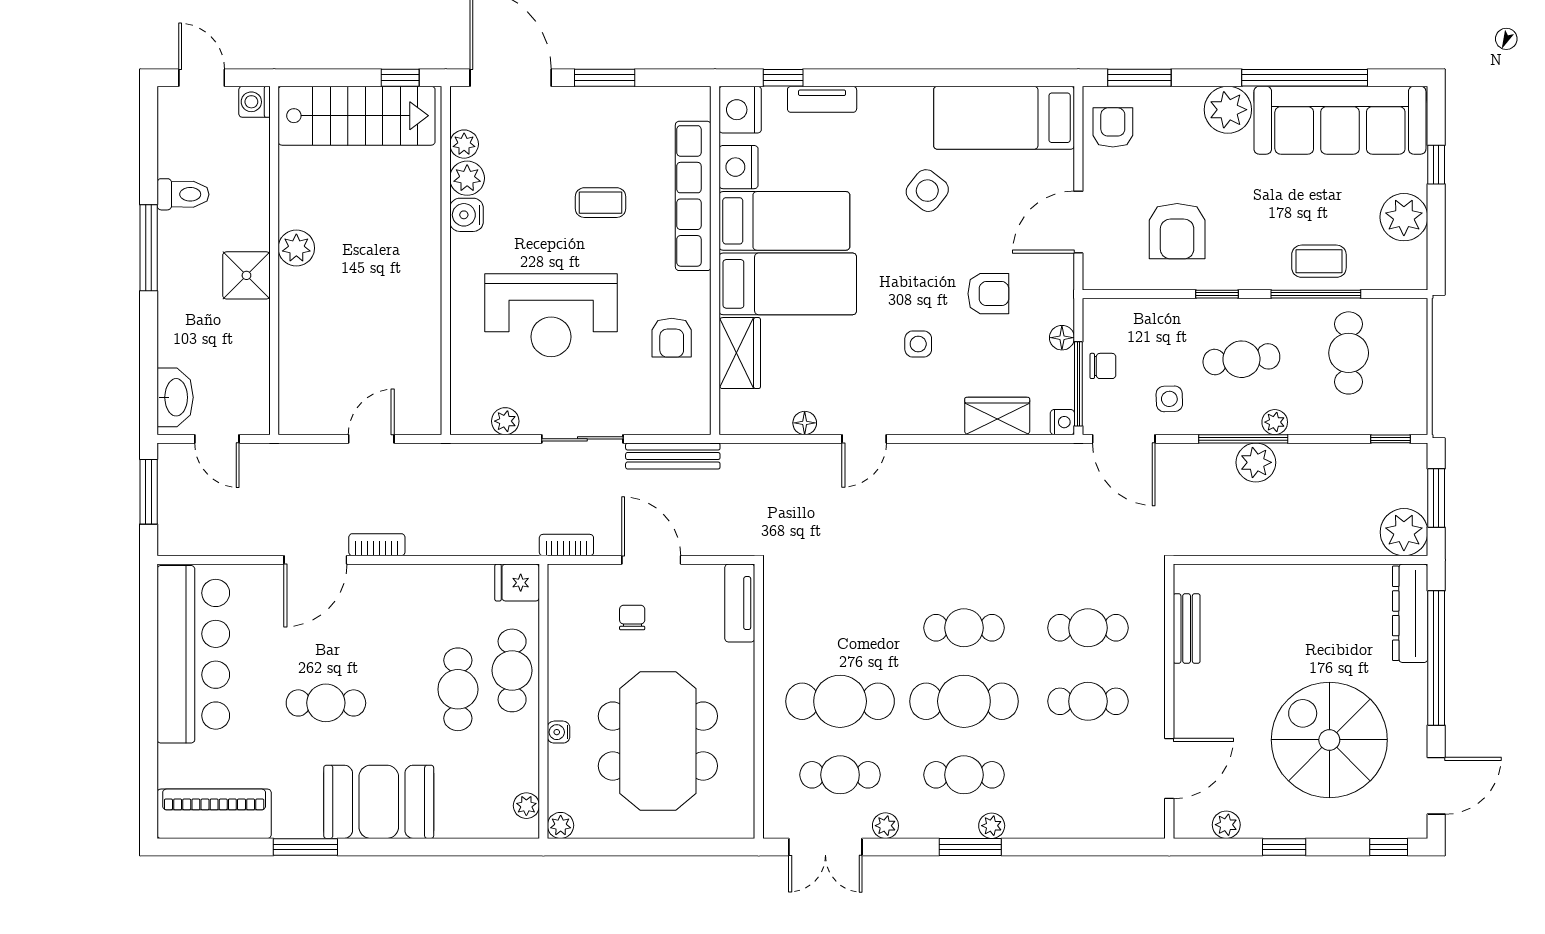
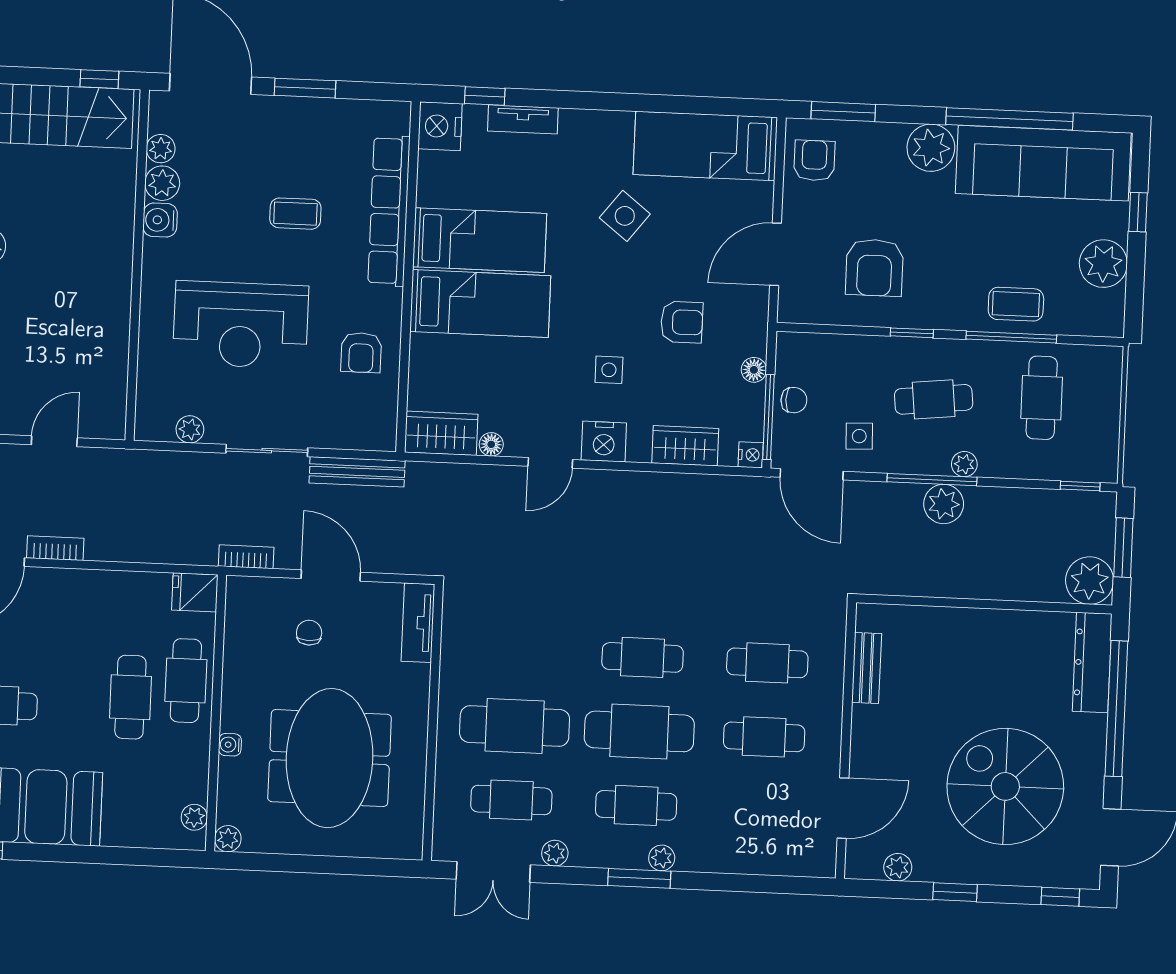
nightstand: (738, 167) -> (604, 442), moved, turned -90
wardrobe: (740, 353) -> (441, 433), moved, turned -90

